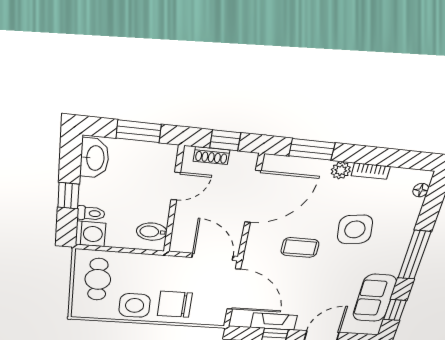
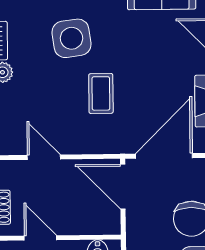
door: (253, 197) -> (44, 157), width x0.53
door: (213, 257) -> (123, 187), hinge flipped

